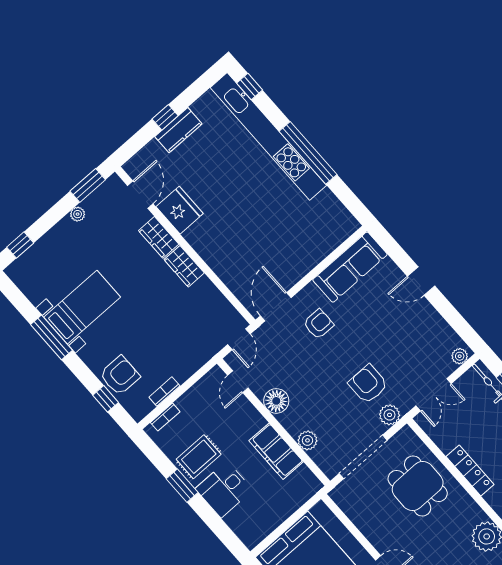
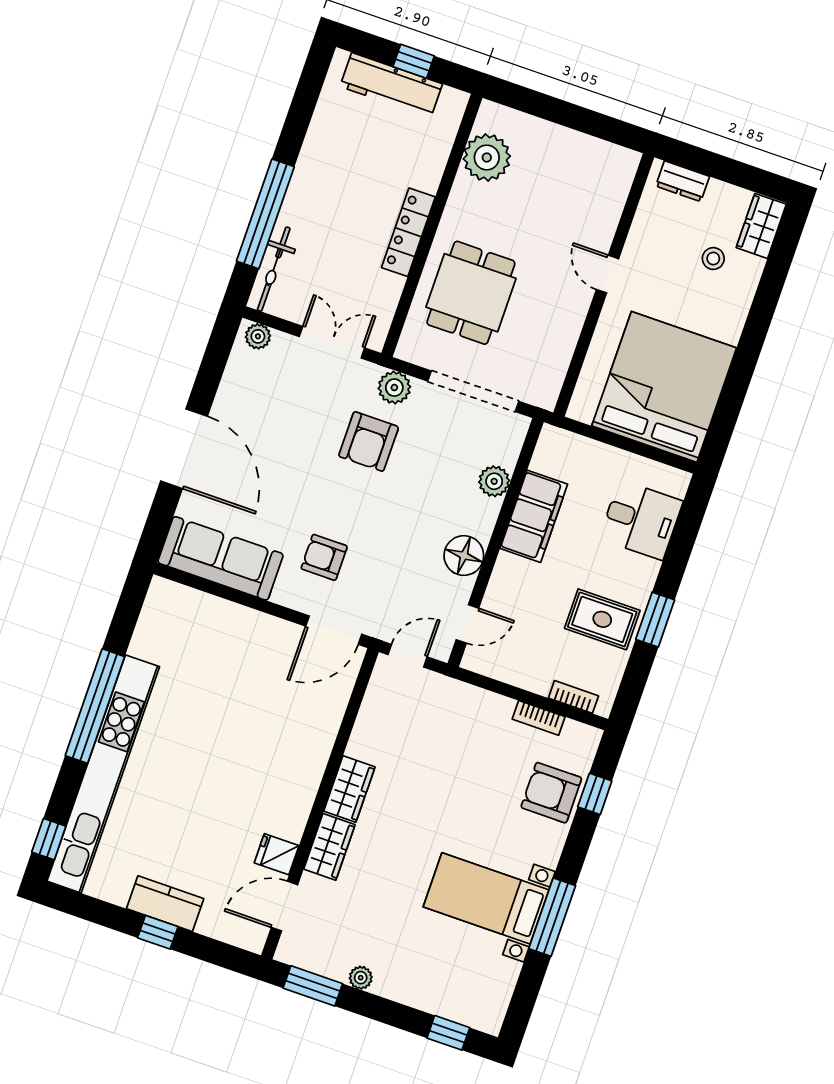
fridge: (180, 210) -> (277, 854), width x0.53, depth x0.75
door: (421, 281) -> (184, 449), width x1.88
desk: (224, 489) -> (641, 520), moved

